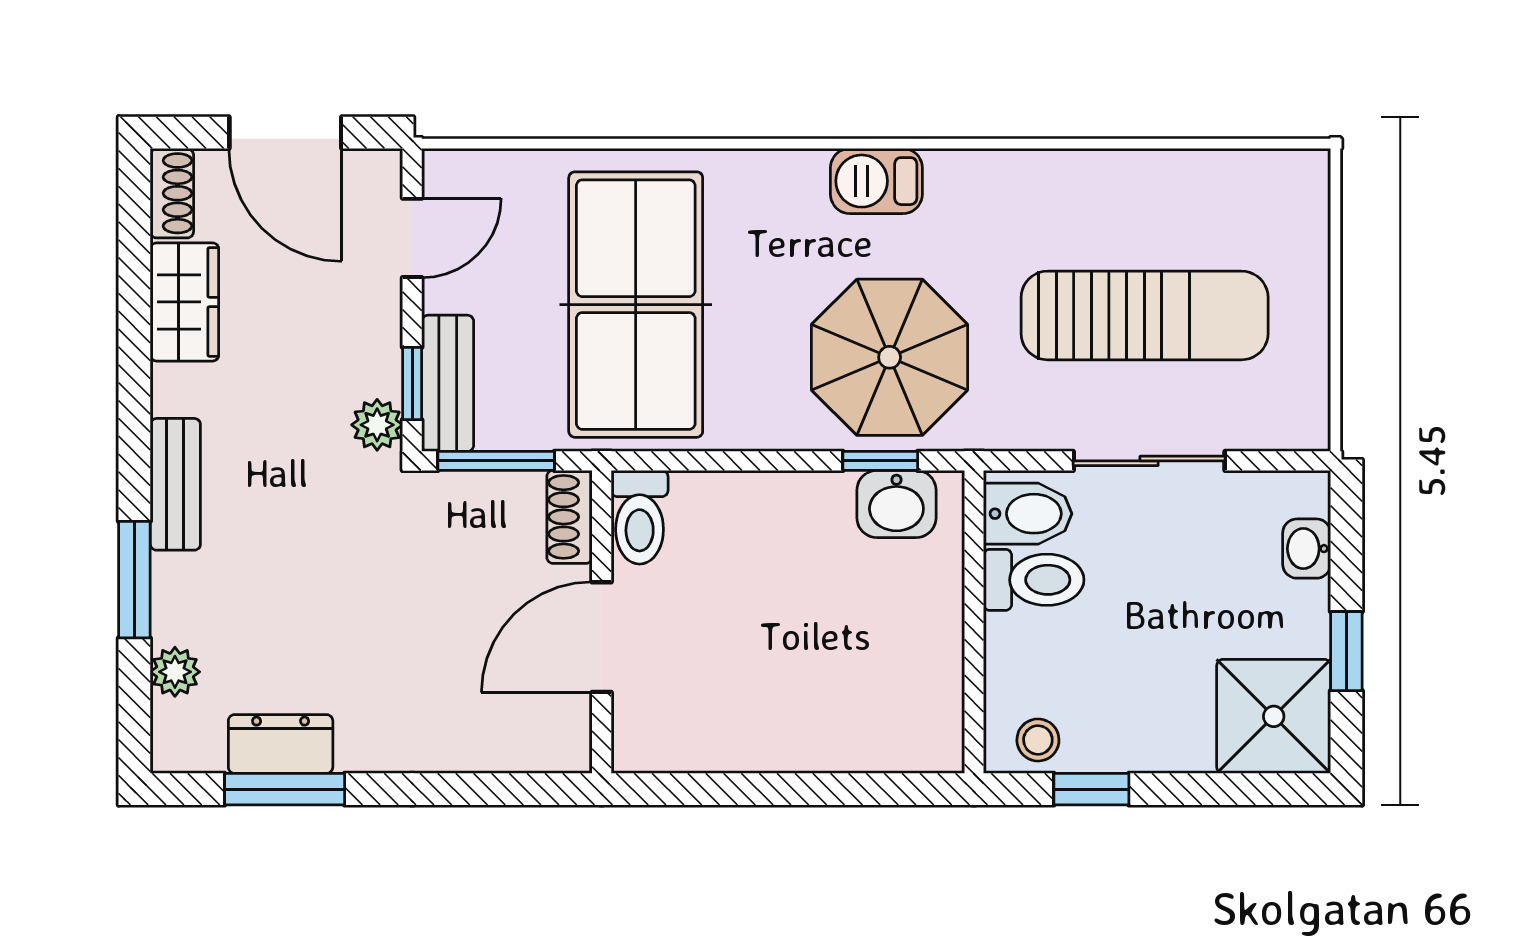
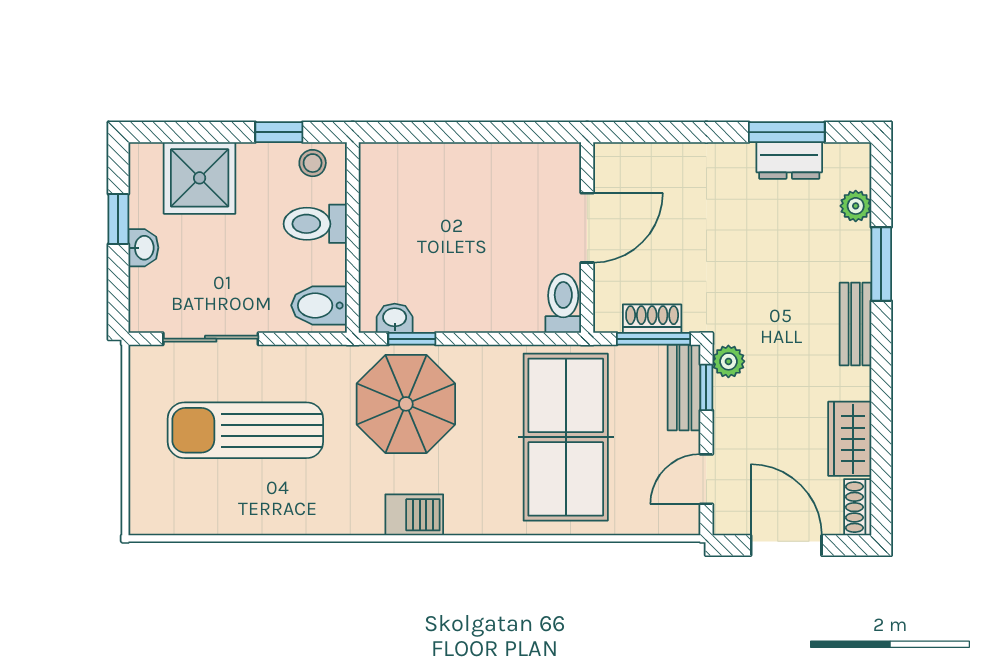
sliding door: (1149, 461) -> (211, 339), moved
washbasin: (896, 504) -> (395, 318), width x0.72, depth x0.69
shoe rack: (570, 517) -> (652, 319), moved, turned -90
washbasin: (1307, 549) -> (143, 248), moved
toilet: (1034, 580) -> (315, 224), moved
shower: (1274, 716) -> (200, 178), moved

